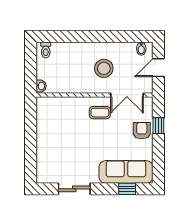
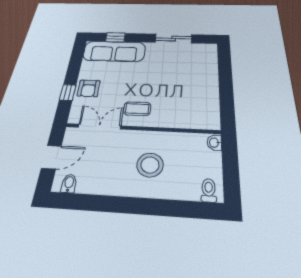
stool: (104, 68) -> (150, 165), moved

